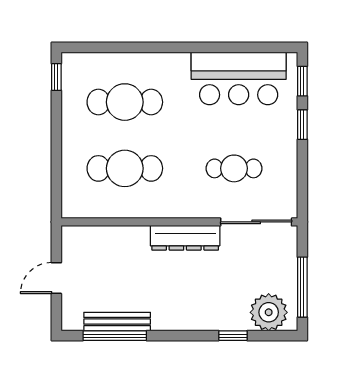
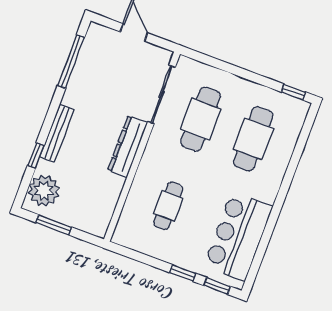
sliding door: (256, 222) -> (161, 94), moved
window: (302, 287) -> (54, 225), width x0.69
bench: (117, 322) -> (57, 133), moved

